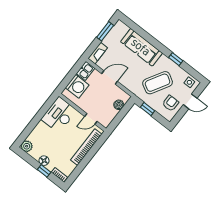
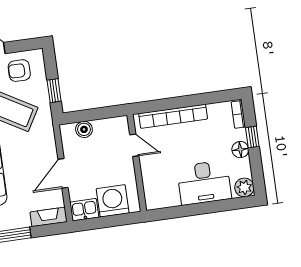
door: (110, 78) -> (63, 173), hinge flipped
desk: (59, 115) -> (204, 183), moved

